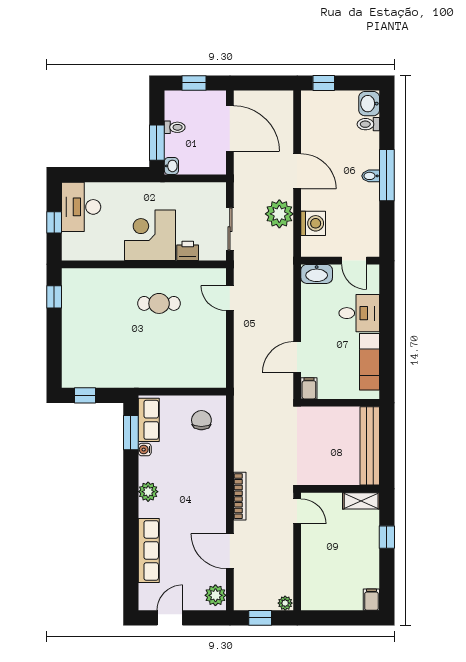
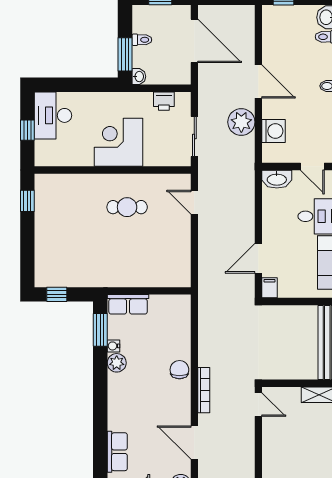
printer: (188, 251) -> (164, 101), moved, turned 180
row of seats: (149, 420) -> (128, 304), moved, turned 90
chair: (201, 420) -> (179, 370), moved
plant: (148, 492) -> (117, 363), moved
row of seats: (149, 550) -> (117, 452), width x0.68

